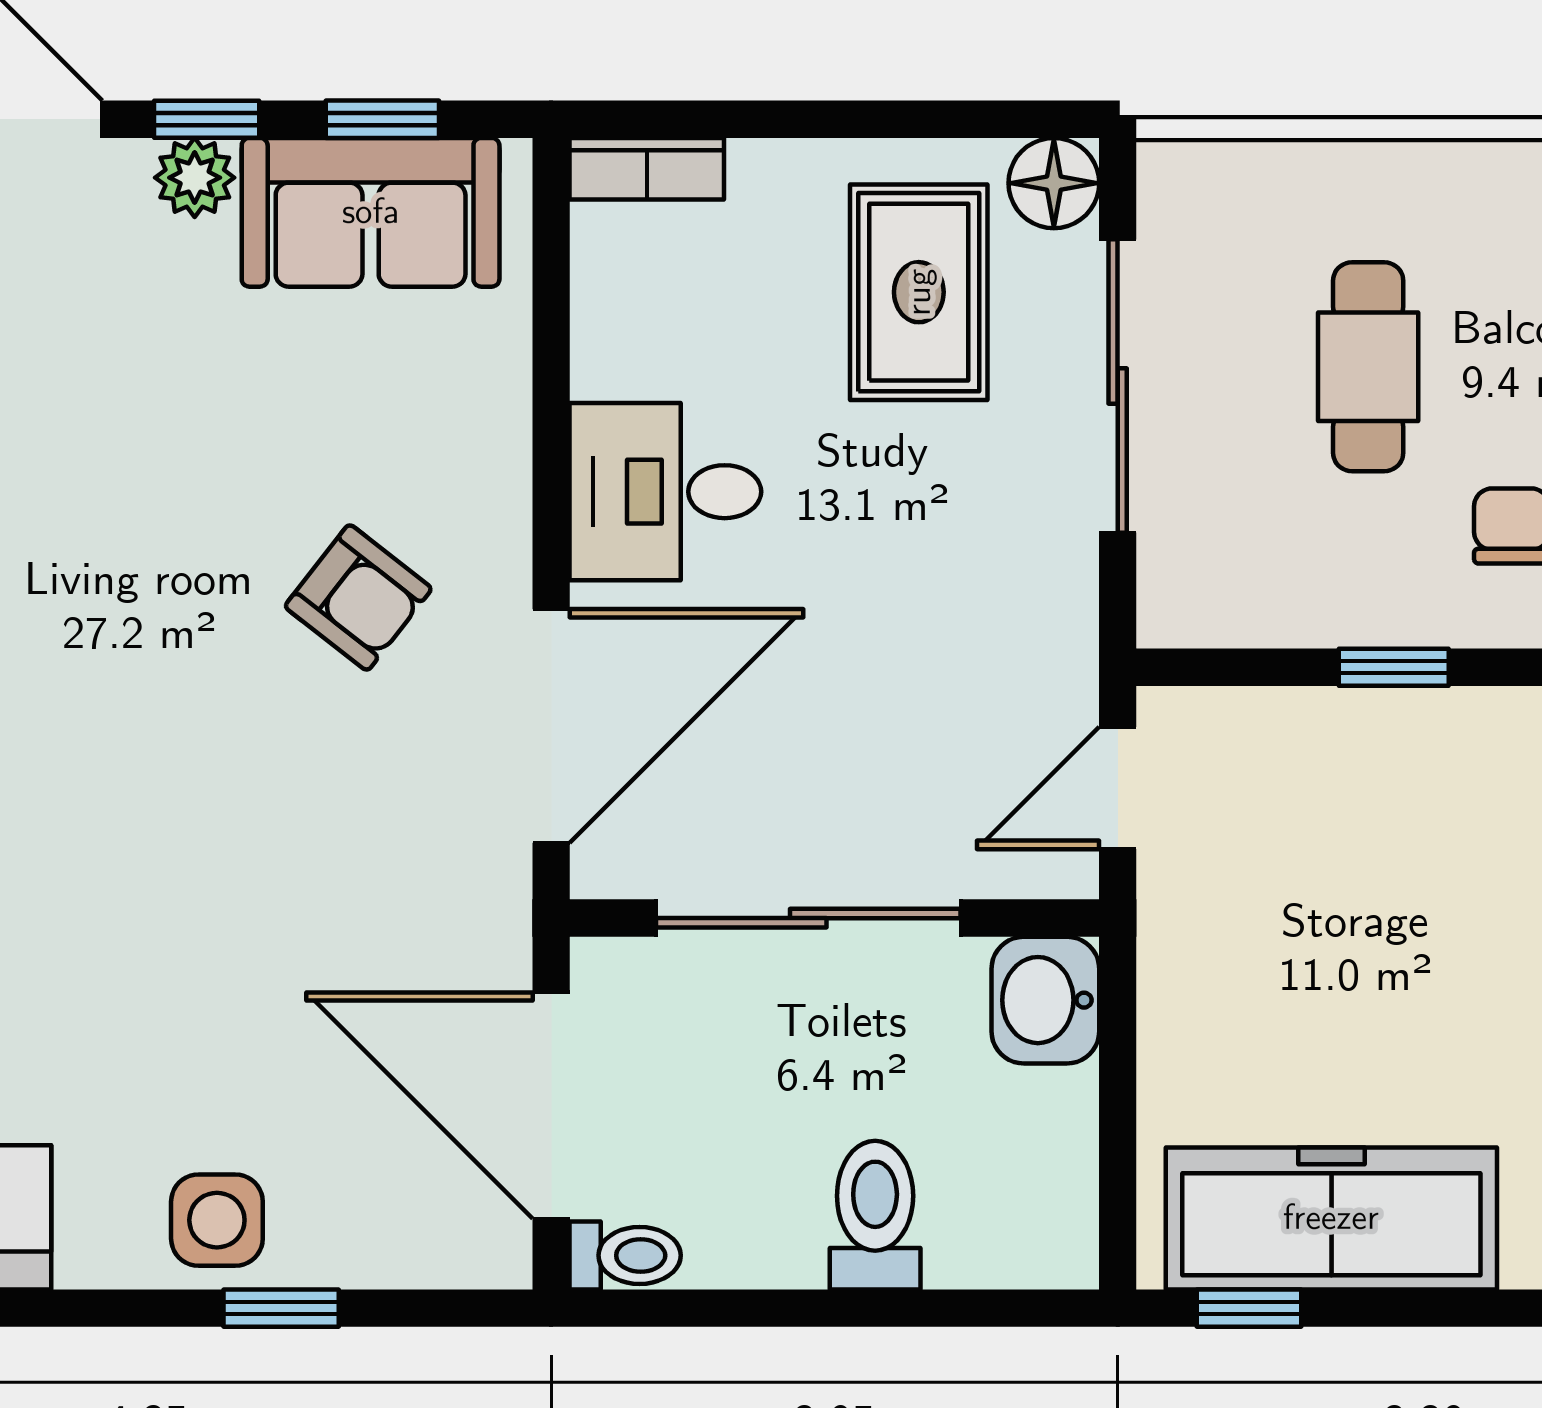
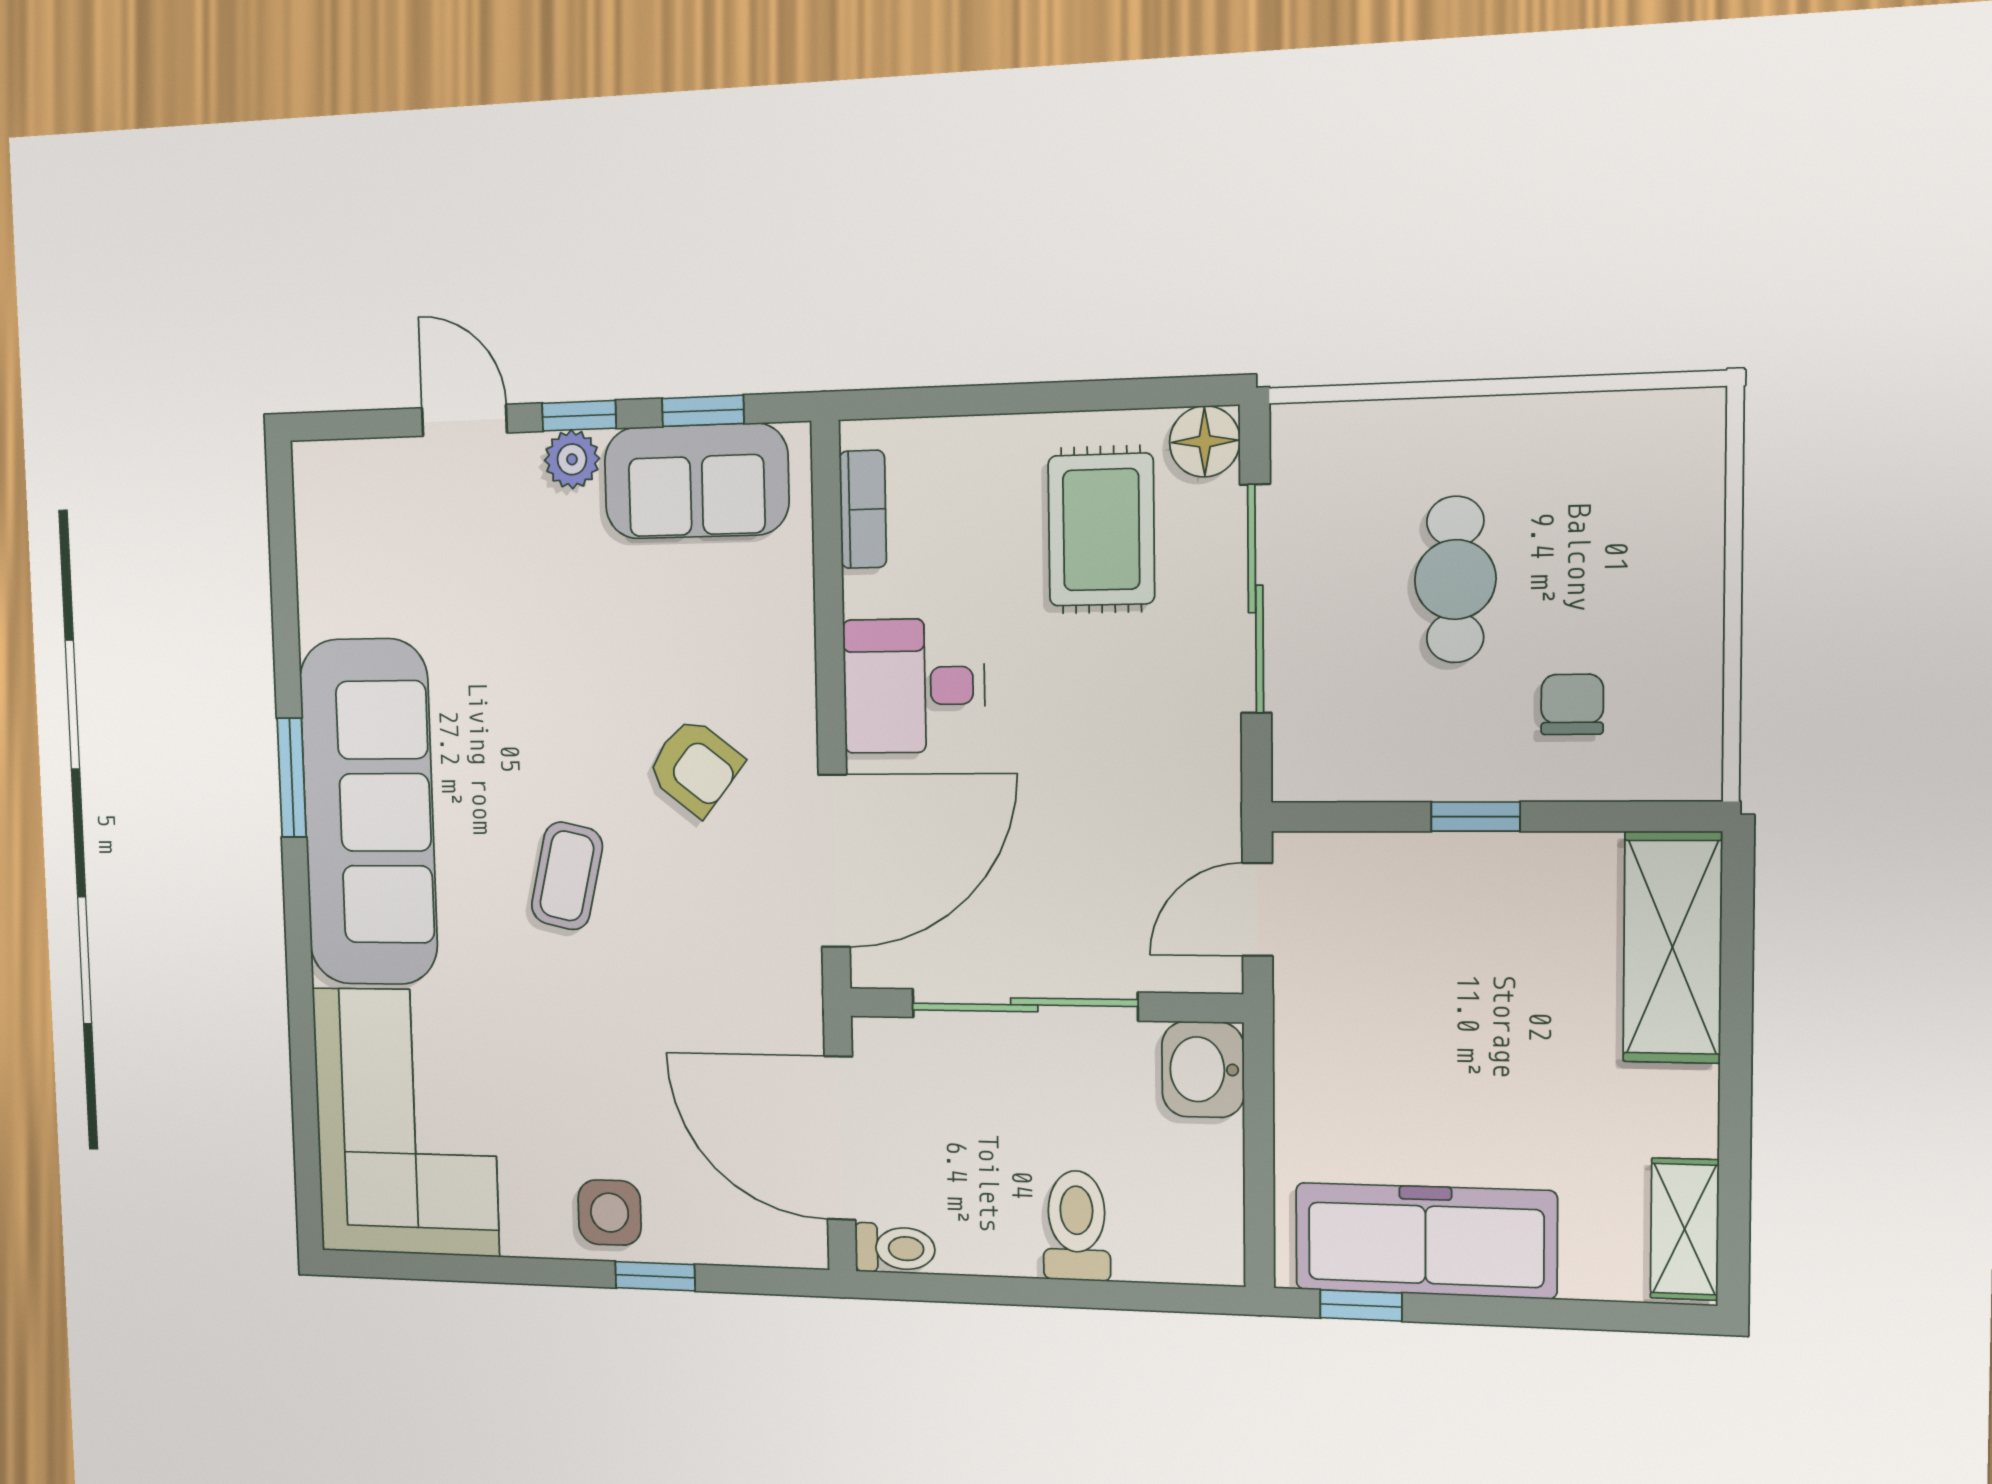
bookcase: (647, 169) -> (863, 509), moved, turned -90
coffee table: (169, 748) -> (567, 876), added

